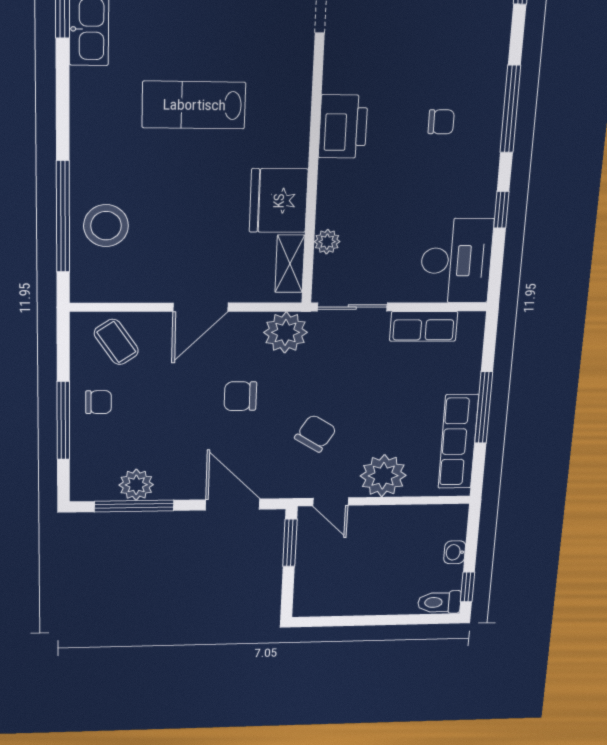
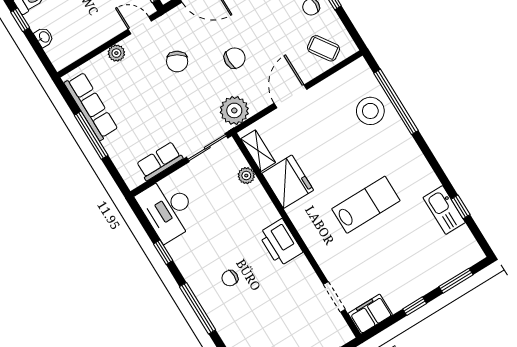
plant: (383, 476) -> (116, 53), width x0.53, depth x0.53

